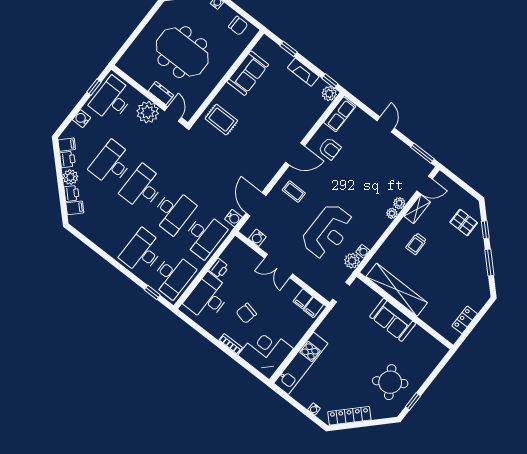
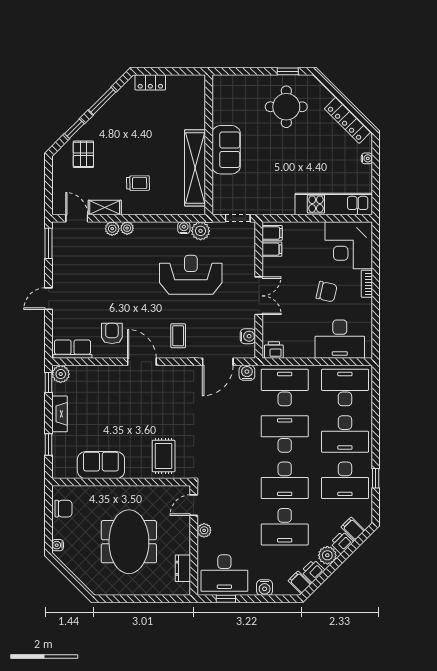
chair: (238, 26) -> (63, 509), turned 90
dresser: (161, 93) -> (183, 568), moved
plant: (148, 112) -> (204, 530), width x0.53, depth x0.53
desk: (111, 228) -> (345, 480), added
printer: (219, 268) -> (274, 350), moved
window: (152, 292) -> (376, 478), moved
locker: (465, 320) -> (150, 82), moved
round table: (390, 382) -> (286, 107), turned 32

